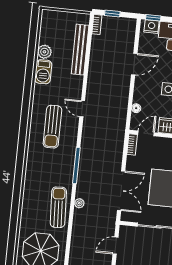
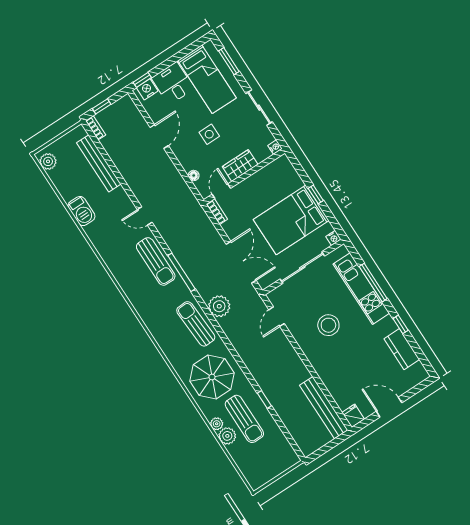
plant: (44, 52) -> (48, 161), moved
sun lounger: (52, 127) -> (156, 261), moved
plant: (79, 203) -> (219, 306), width x1.88, depth x1.88

